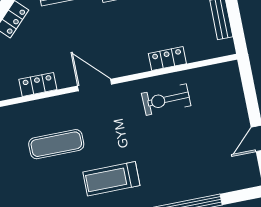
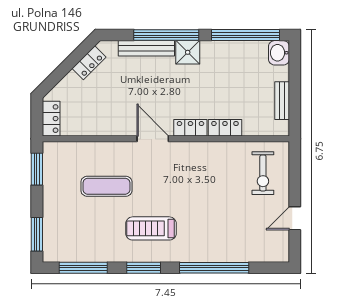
locker: (38, 84) -> (190, 128), moved
exercise bike: (166, 100) -> (263, 173), moved, turned -89

